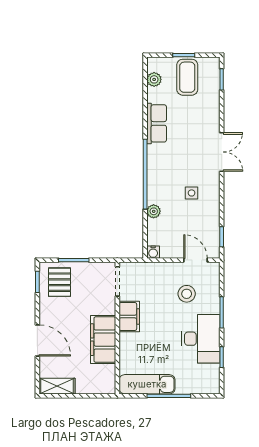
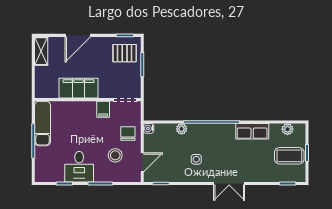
chair: (159, 278) -> (128, 133), added
filing cabinet: (129, 317) -> (103, 109), width x0.50
desk: (201, 339) -> (79, 167), width x0.73

